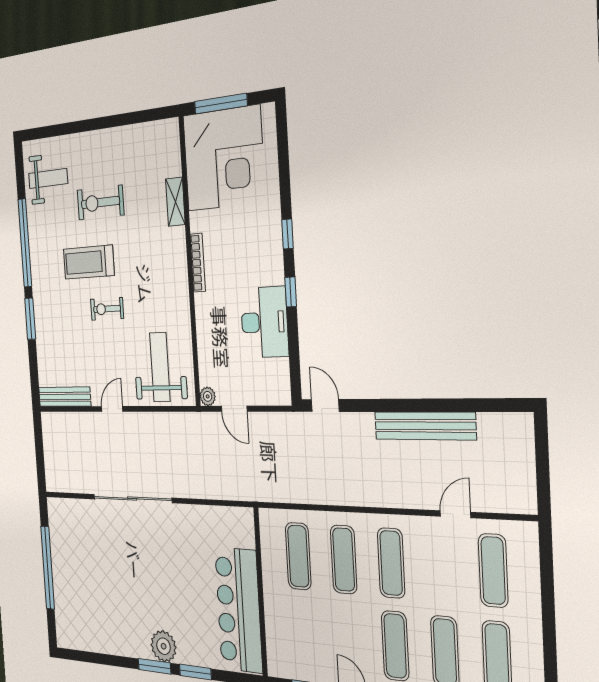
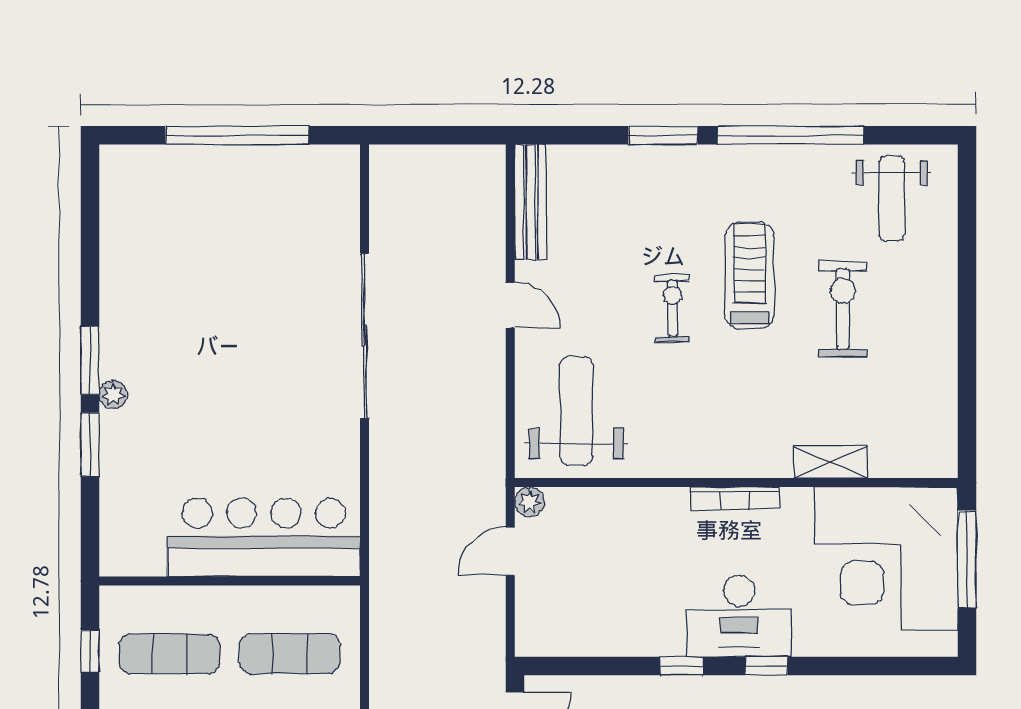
desk: (264, 322) -> (739, 616), moved
weight bench: (160, 367) -> (576, 411), turned -90
bar counter: (239, 610) -> (264, 537), moved
exercise mat: (303, 635) -> (169, 654), added
plant: (164, 646) -> (113, 394), width x0.53, depth x0.53

